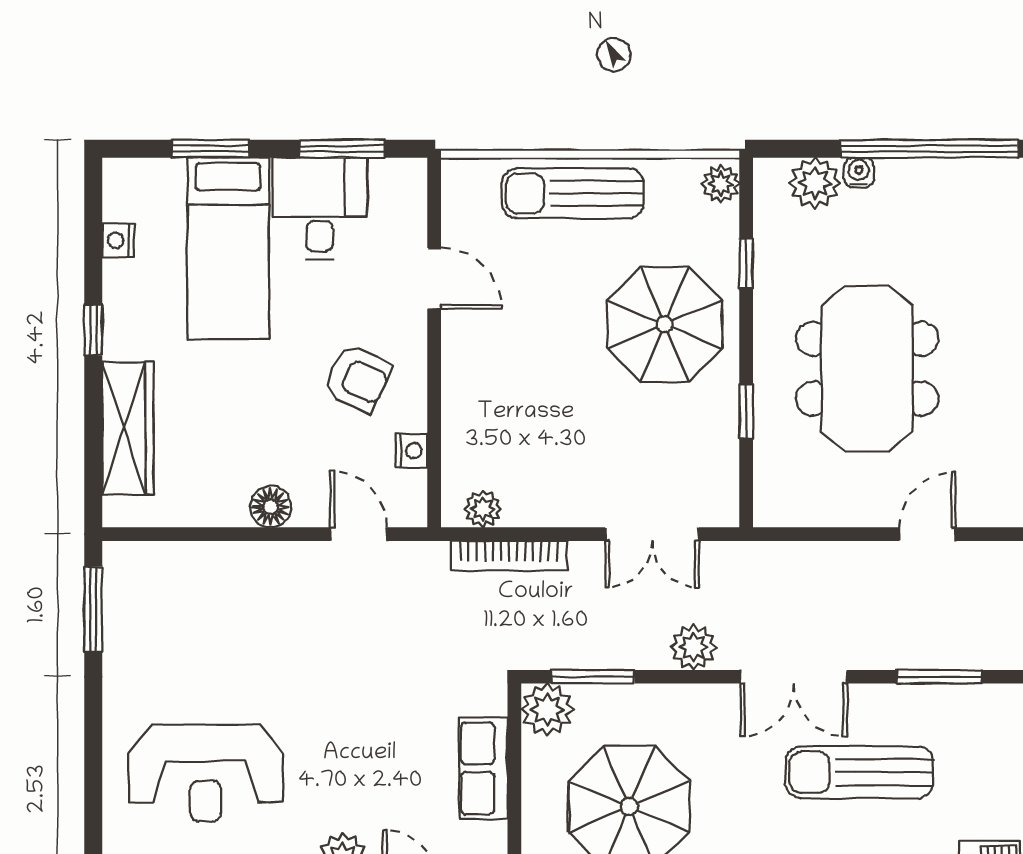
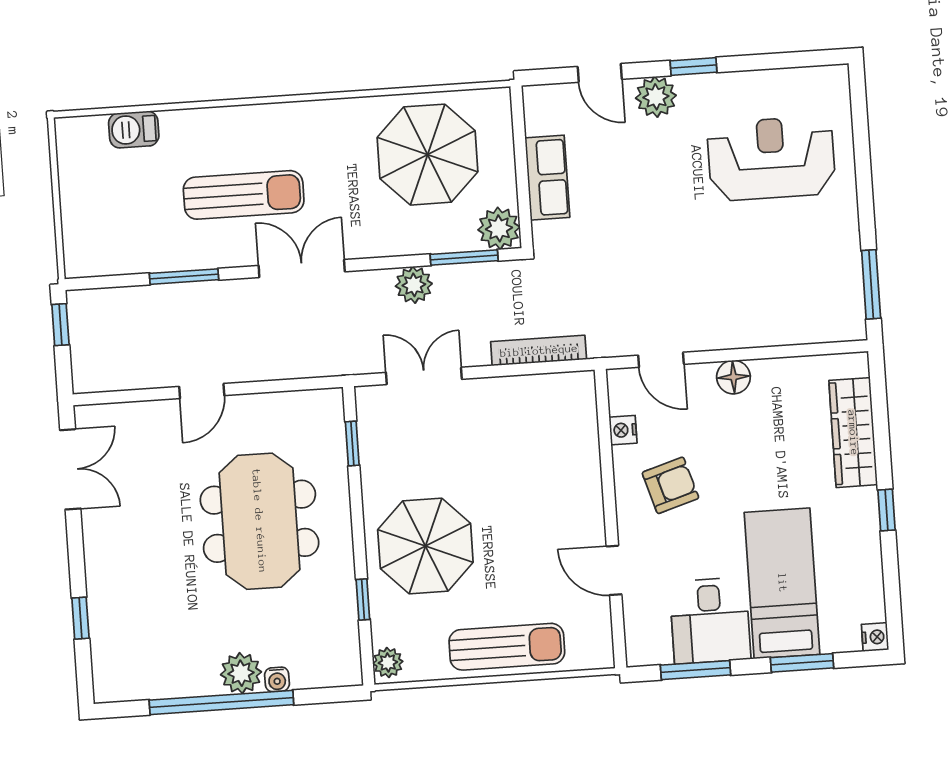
plant: (815, 183) -> (241, 673), moved
nightstand: (118, 240) -> (875, 637), moved
armchair: (358, 379) -> (670, 485), turned 138
window: (746, 412) -> (352, 443), moved
plant: (483, 509) -> (562, 387), removed
plant: (694, 647) -> (414, 285), moved

